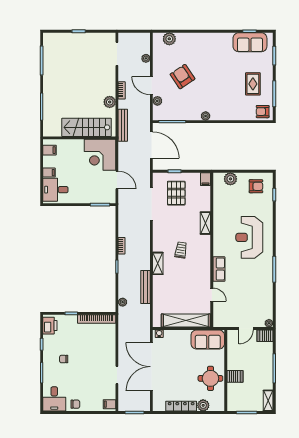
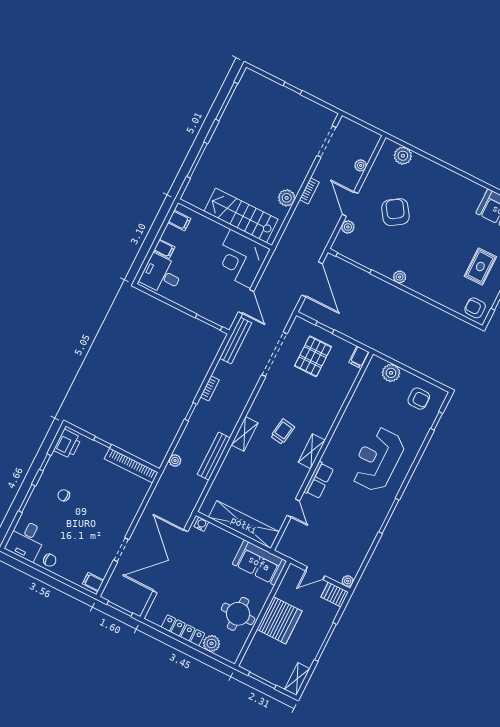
bench: (123, 125) -> (236, 341), moved
shelving: (205, 223) -> (312, 451), moved
server rack: (235, 376) -> (279, 620), width x2.18, depth x1.44

